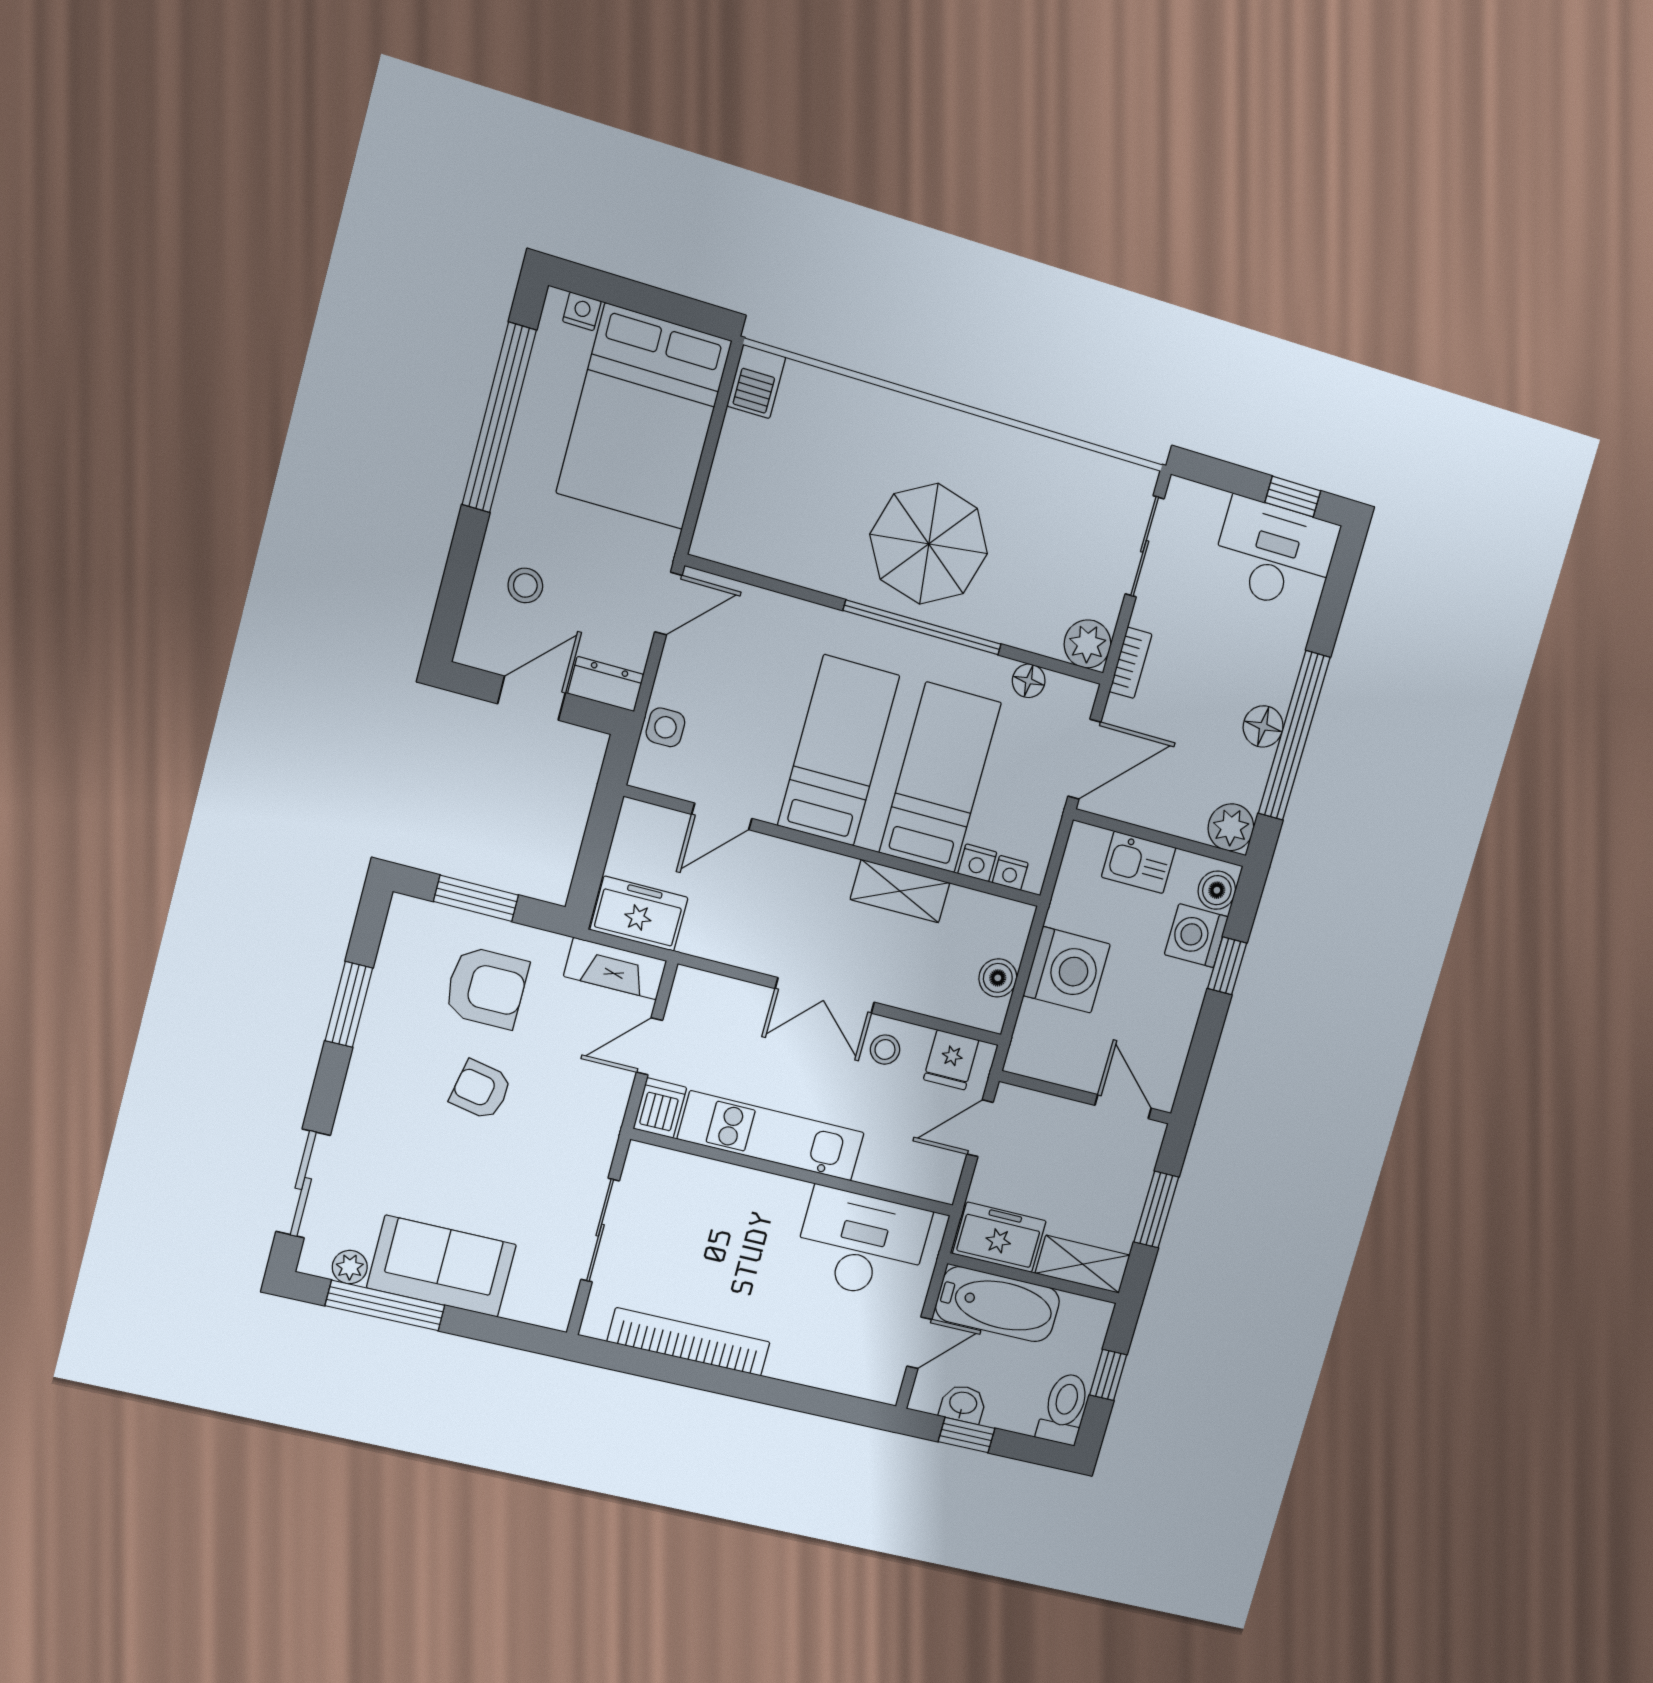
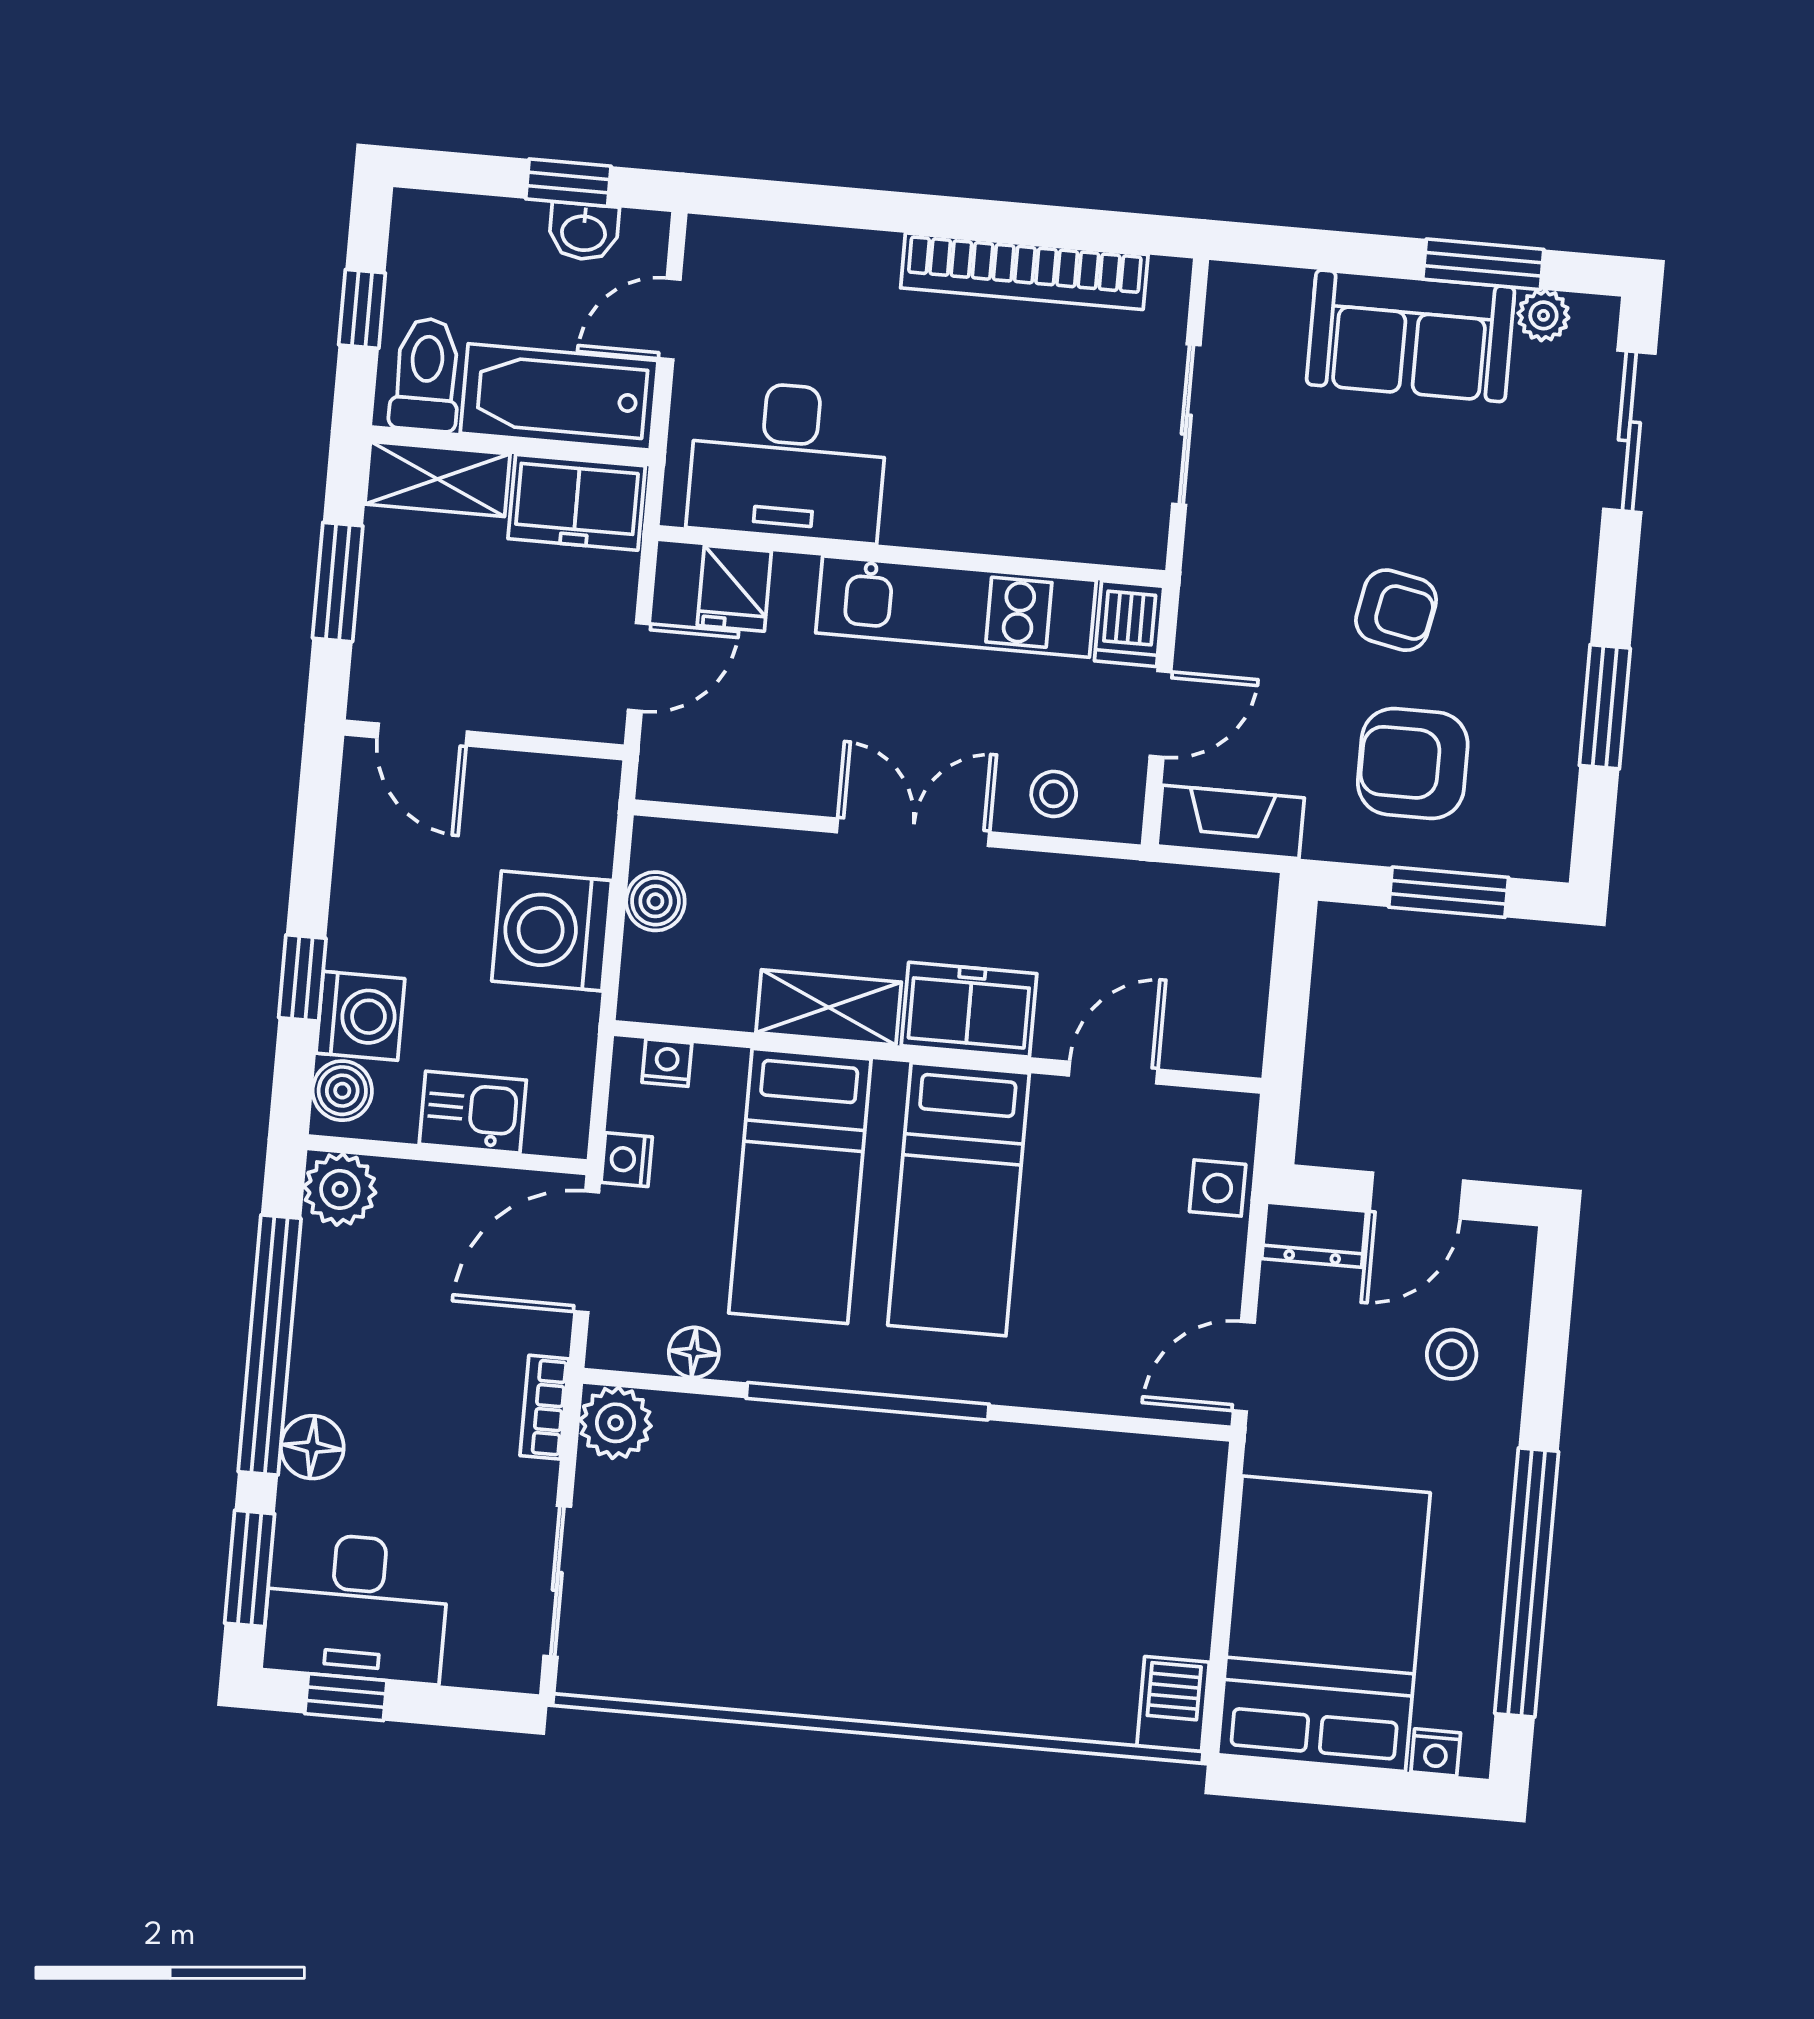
parasol: (929, 544) -> (881, 1524), removed
window: (1336, 593) -> (250, 1568), added
floor lamp: (1263, 726) -> (312, 1447), moved
nightstand: (977, 863) -> (627, 1160), moved, turned -90
freezer: (639, 914) -> (969, 1010), moved, turned 180
stool: (885, 1050) -> (1054, 794), moved
fridge: (951, 1060) -> (734, 588), moved, turned 180
window: (385, 1306) -> (1483, 264), width x0.69
toilet: (1064, 1409) -> (426, 374), moved, turned 180

